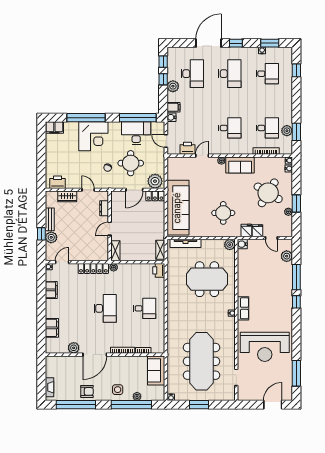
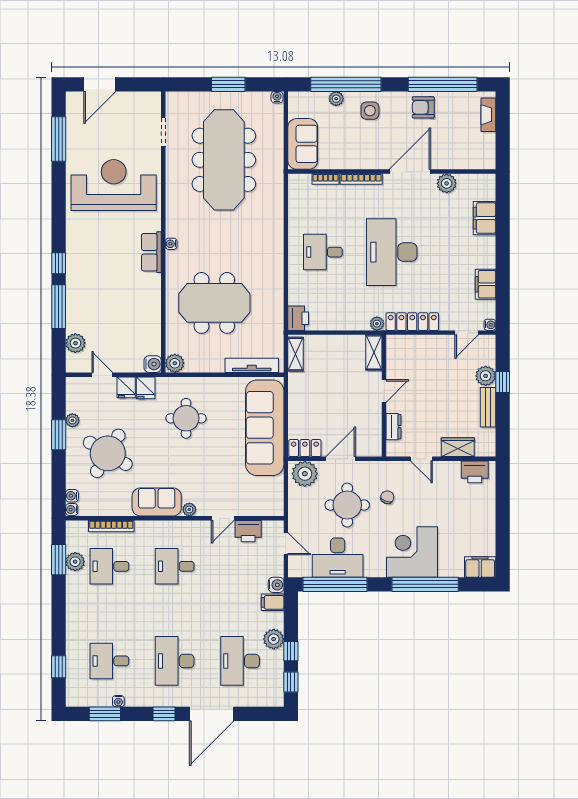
desk: (105, 308) -> (392, 252), width x1.36, depth x1.30

